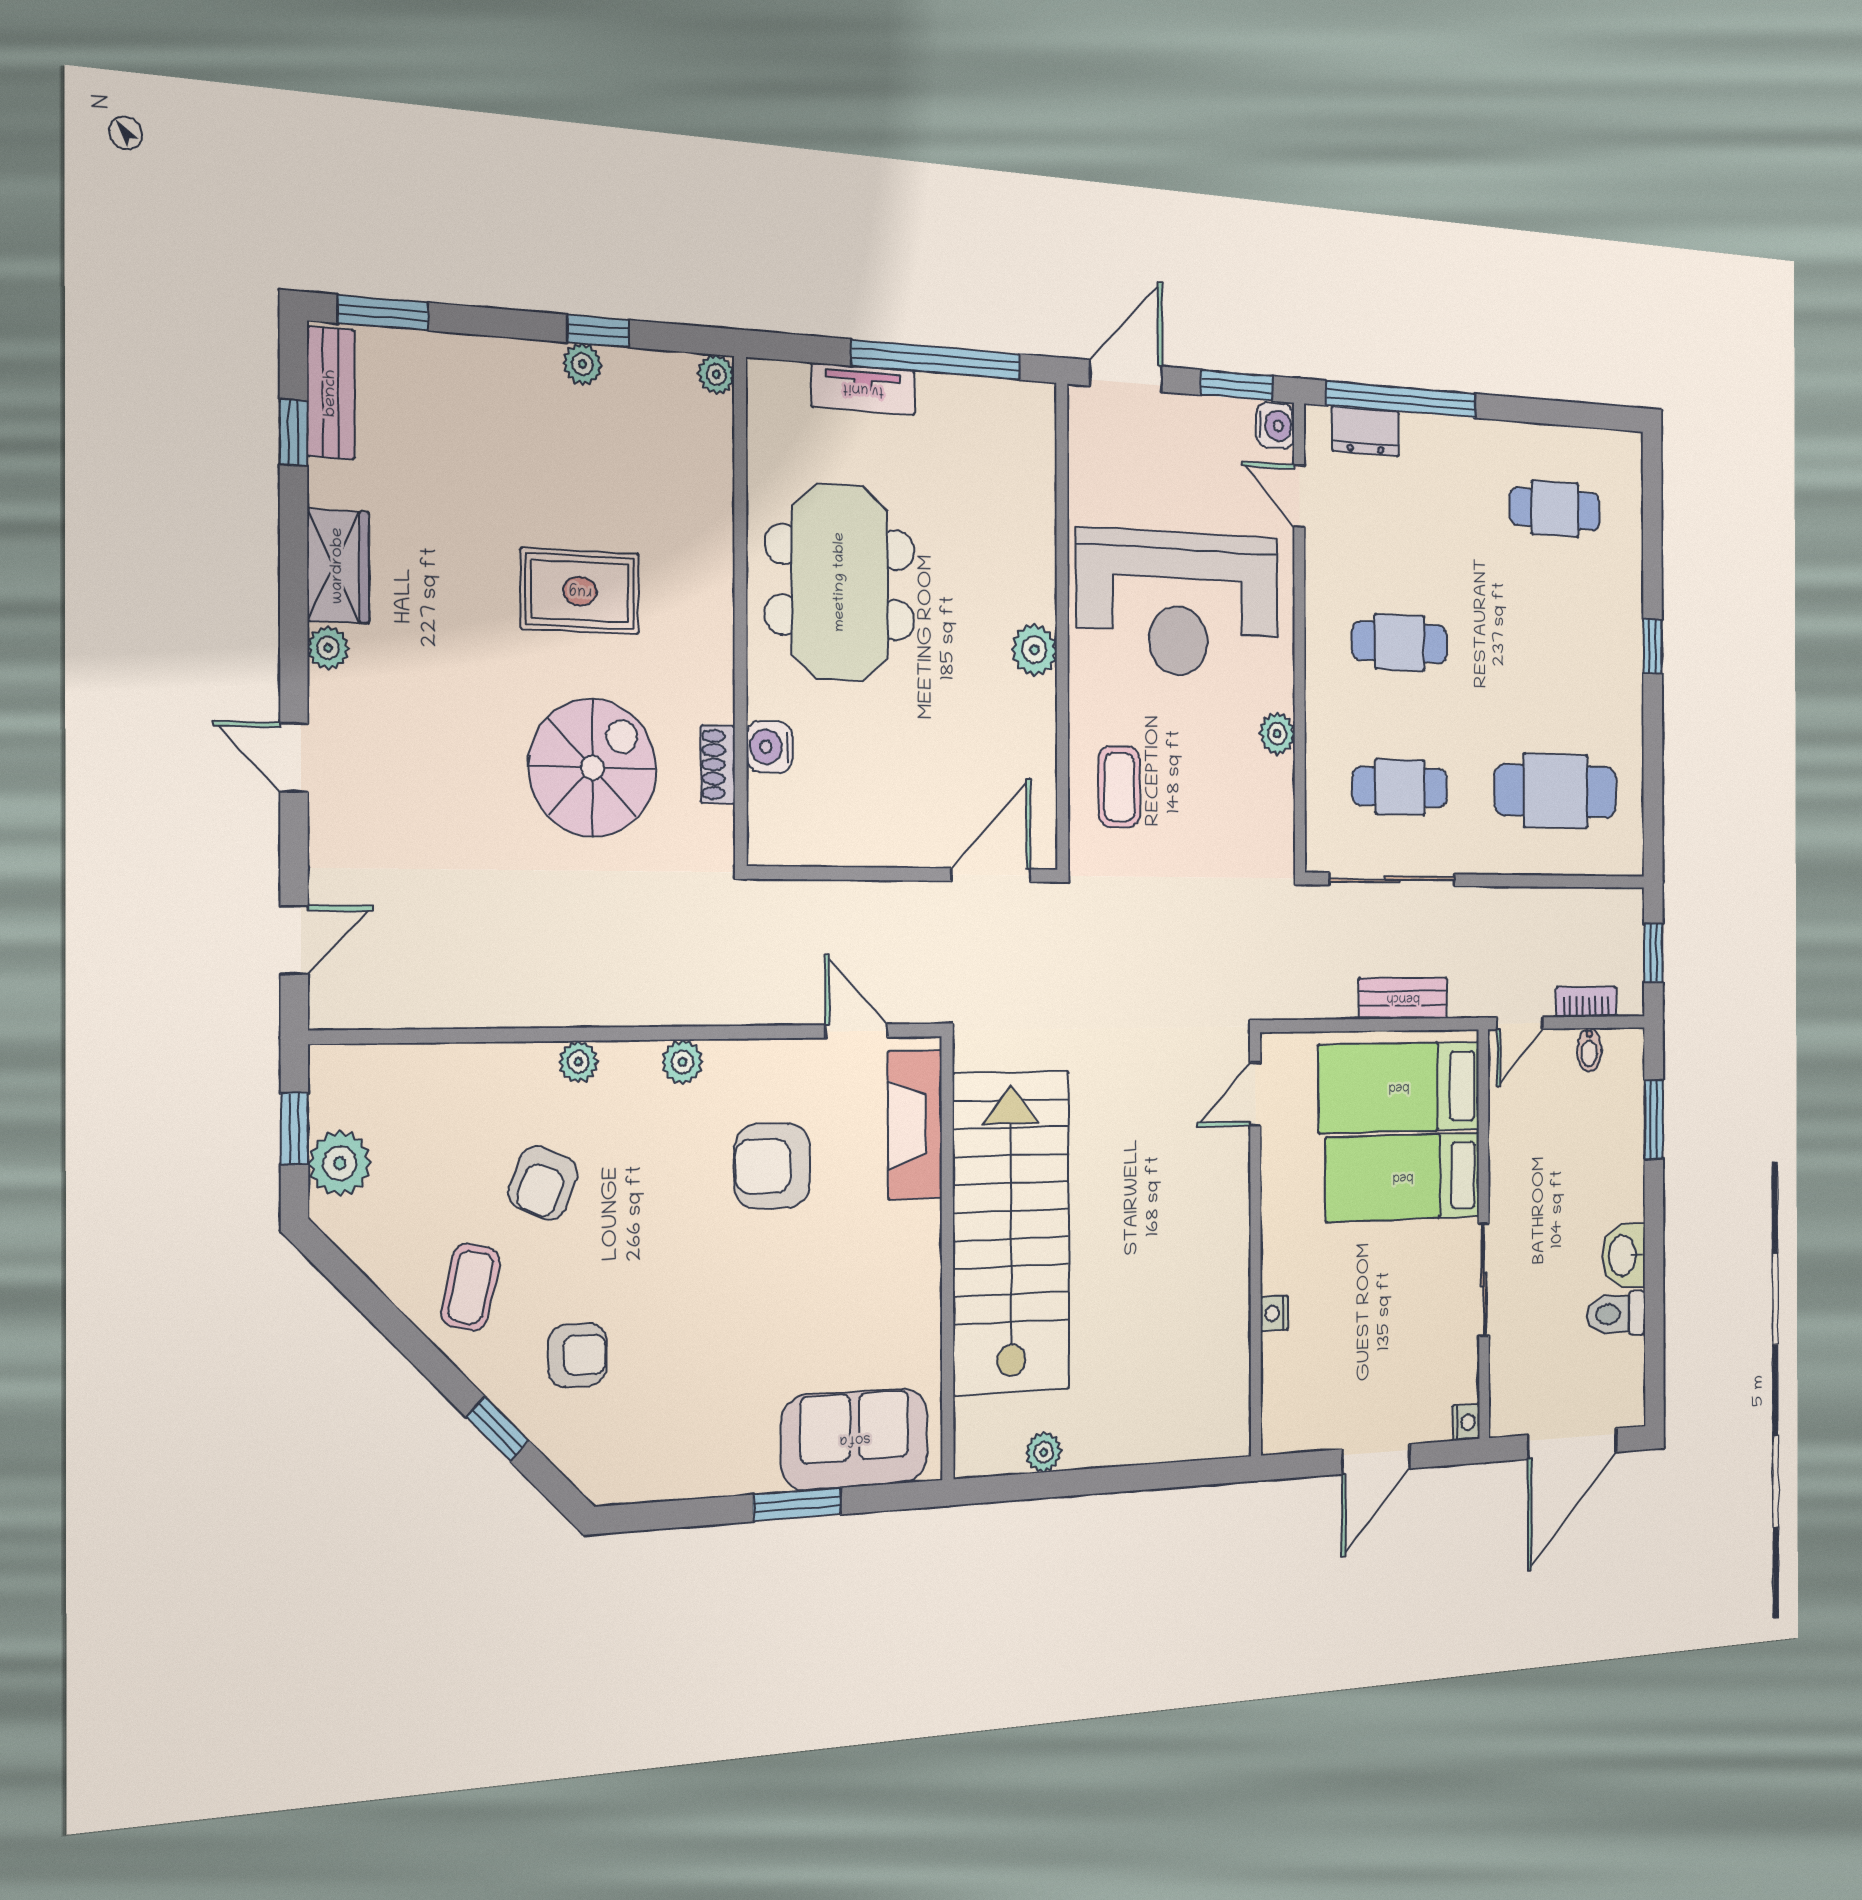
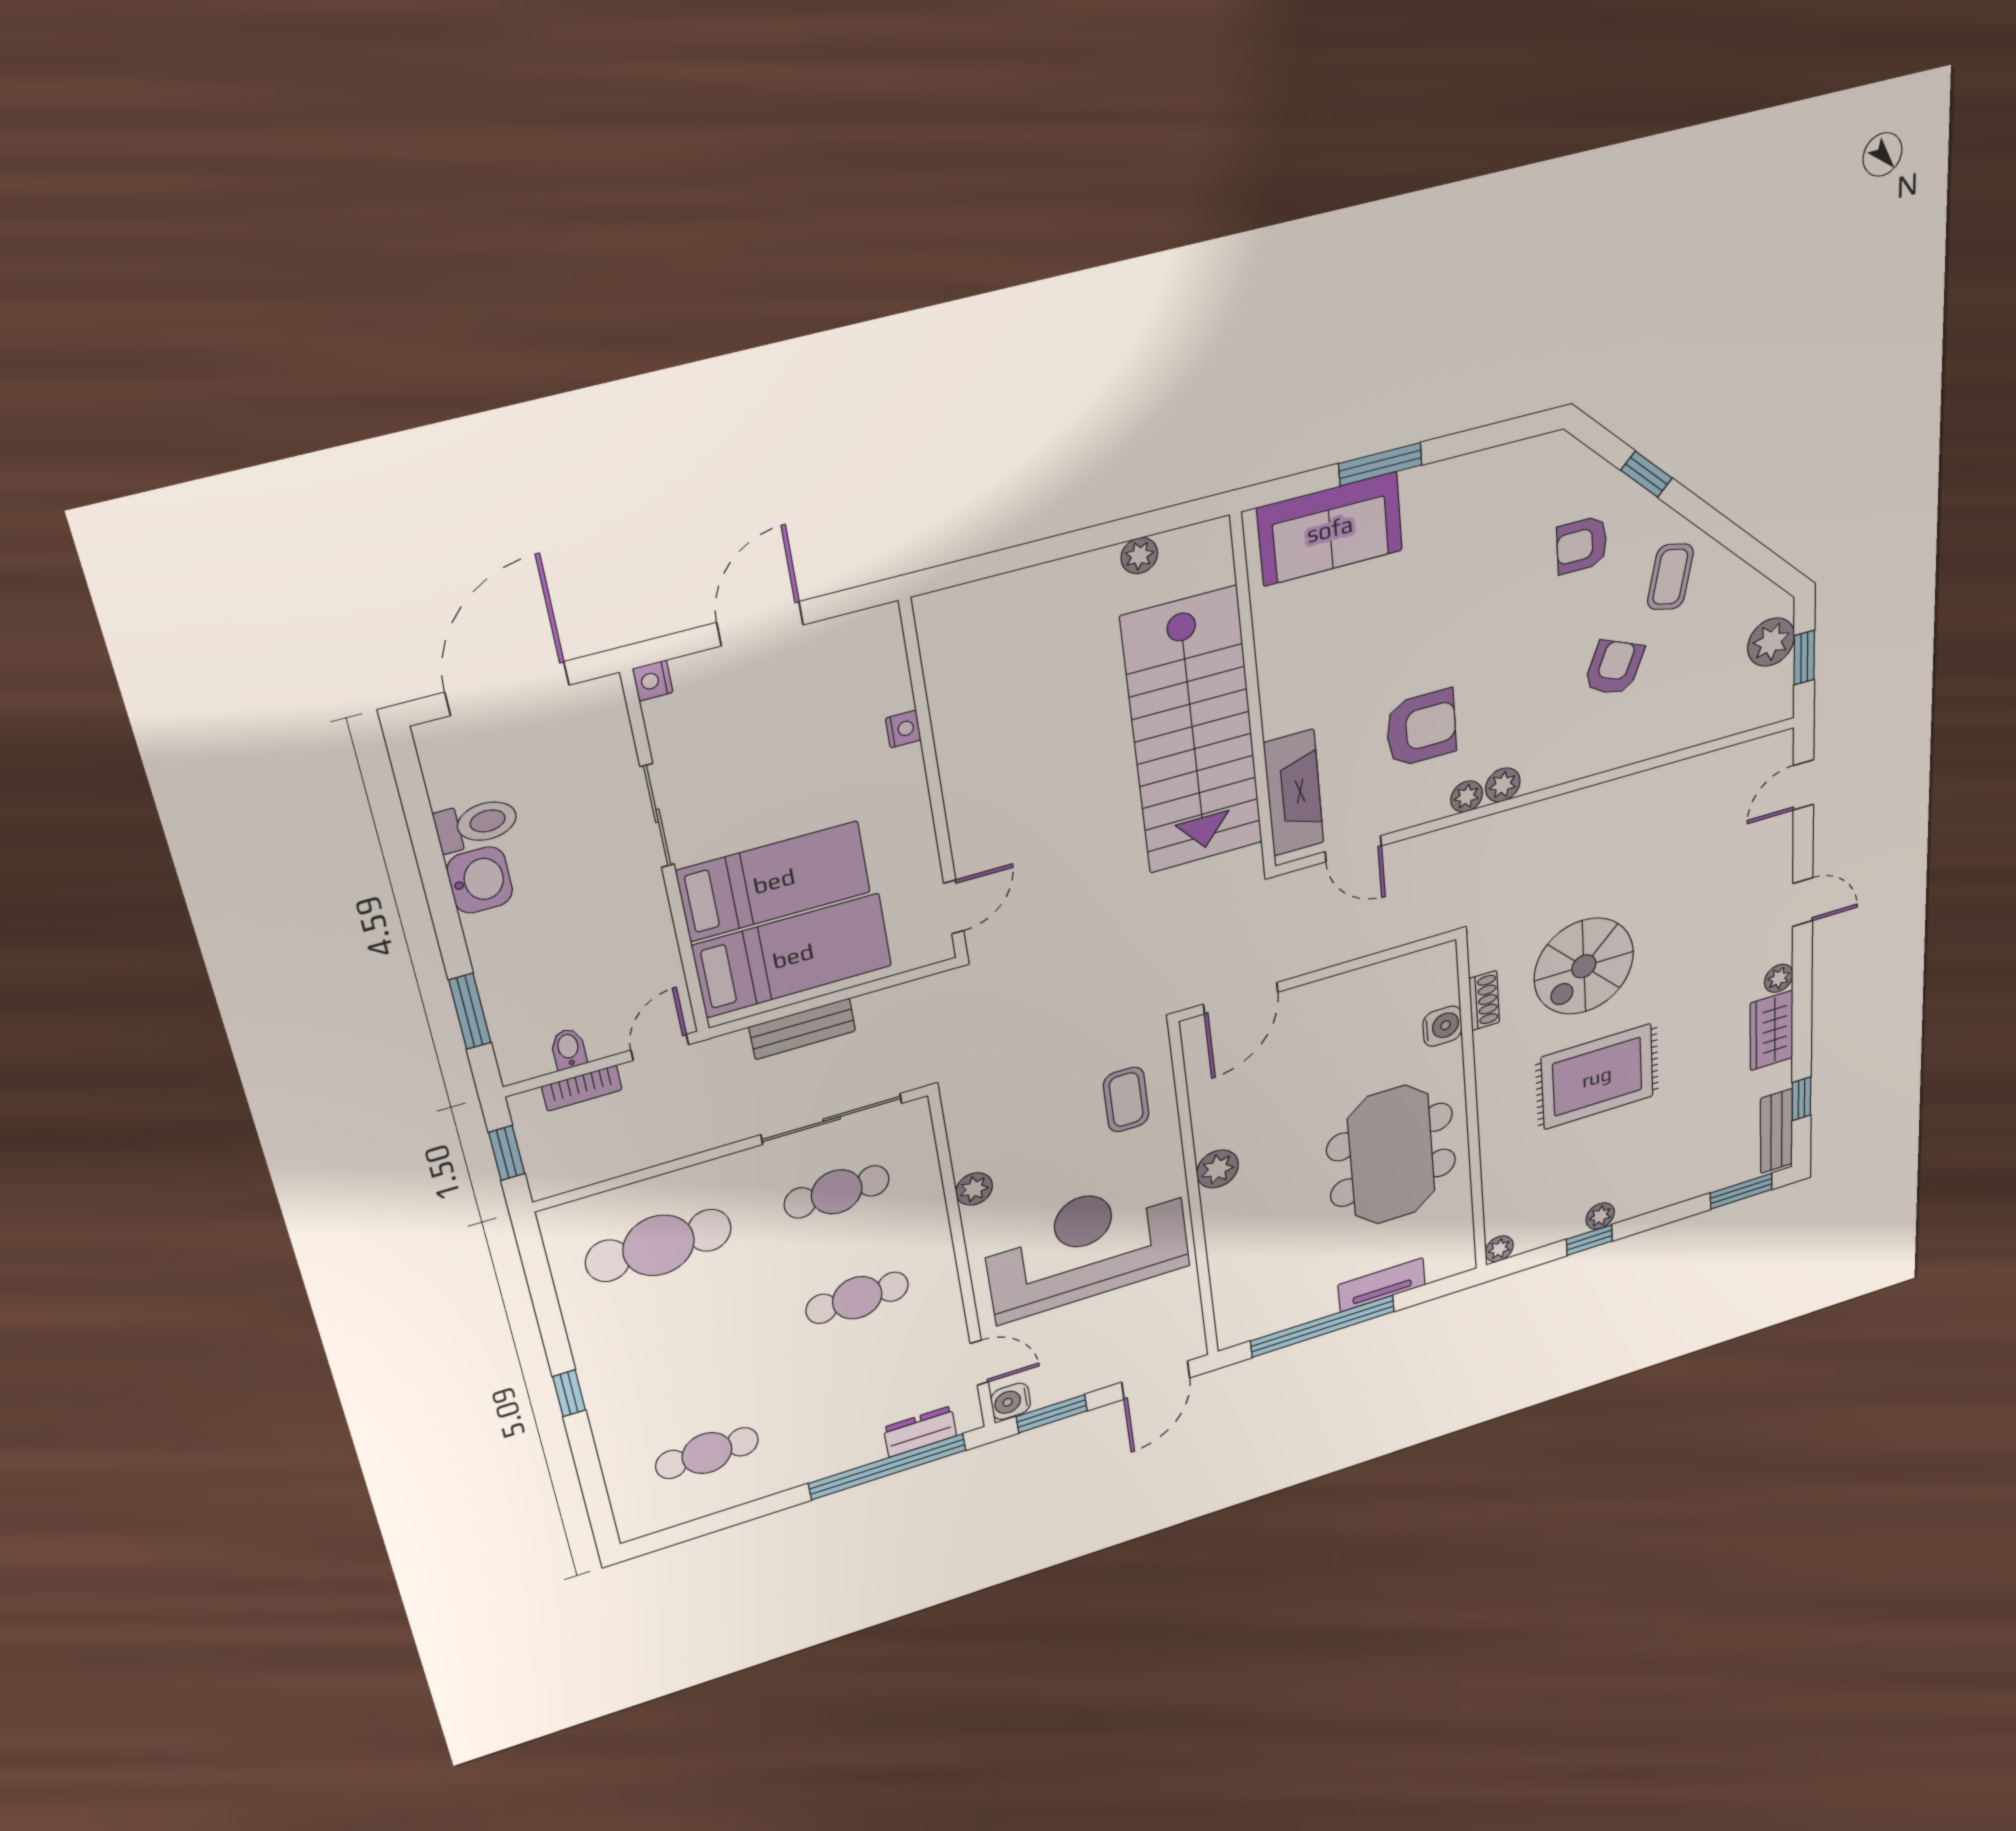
rug: (580, 591) -> (1597, 1077), width x1.36, depth x1.43
plant: (578, 1062) -> (1467, 797), moved

